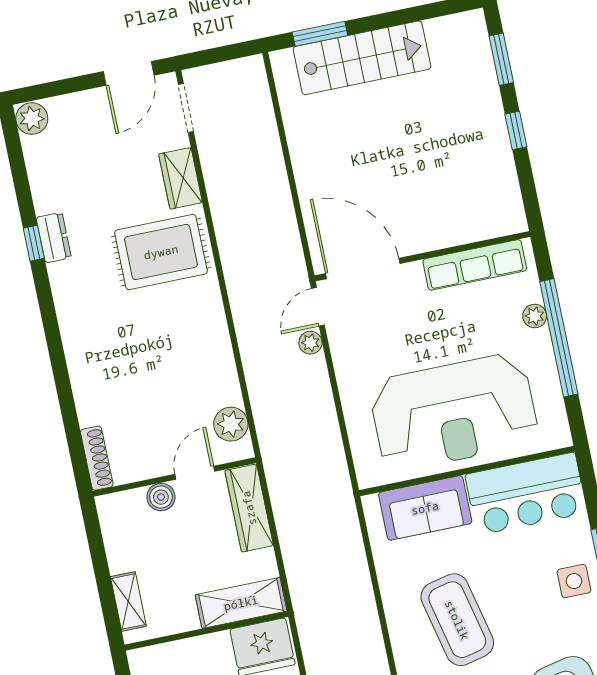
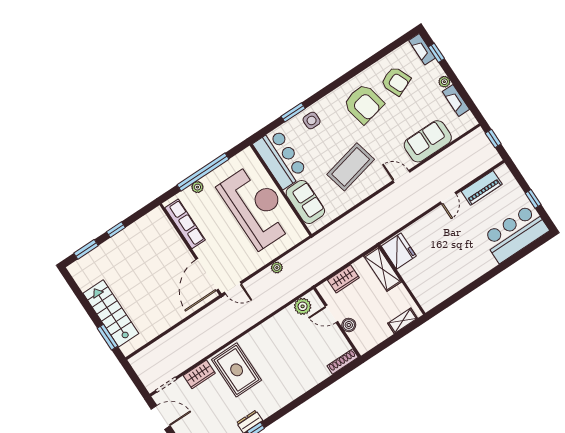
plant: (310, 343) -> (277, 268), moved
wardrobe: (249, 508) -> (343, 279), width x0.67

